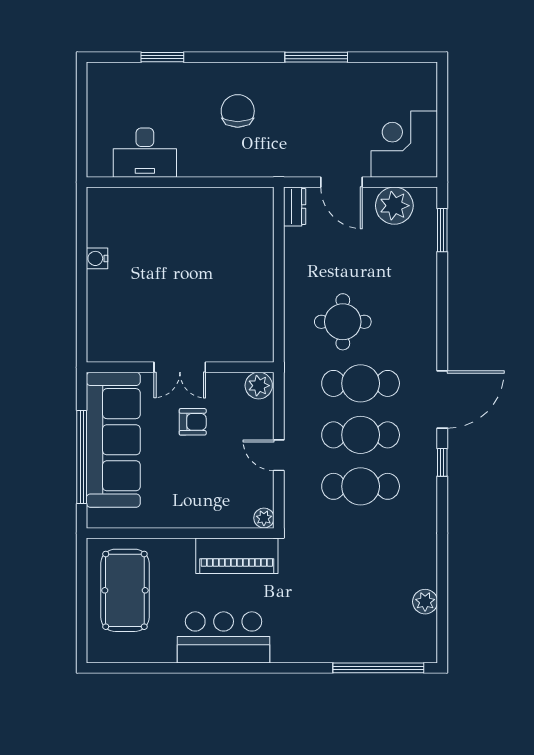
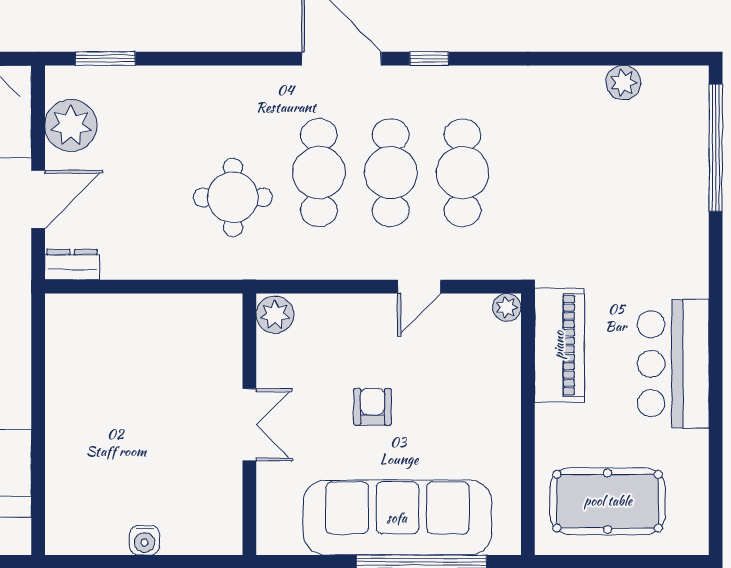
double door: (180, 367) -> (249, 425), moved
wall: (180, 367) -> (249, 424), moved
plant: (259, 386) -> (275, 315), moved

